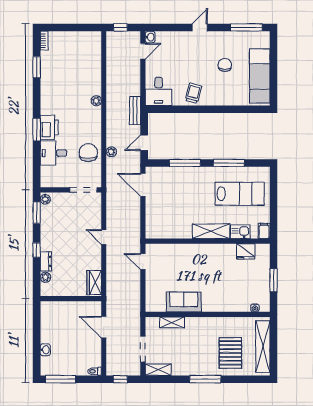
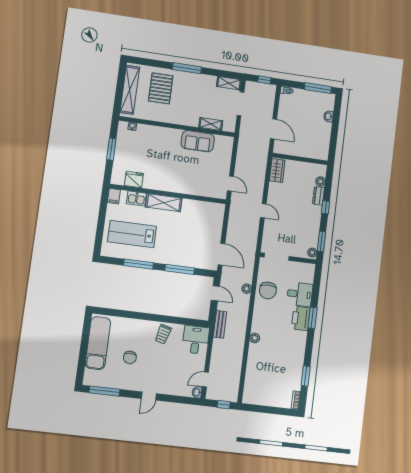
door: (144, 143) -> (215, 293), hinge flipped

